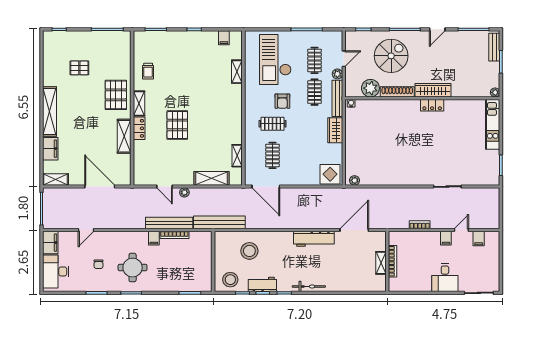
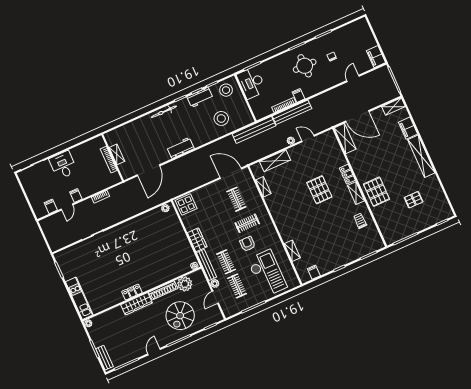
shelving: (124, 136) -> (345, 139), moved
workbench: (314, 239) -> (180, 148), width x0.73
desk: (56, 271) -> (251, 83), moved, turned 180

